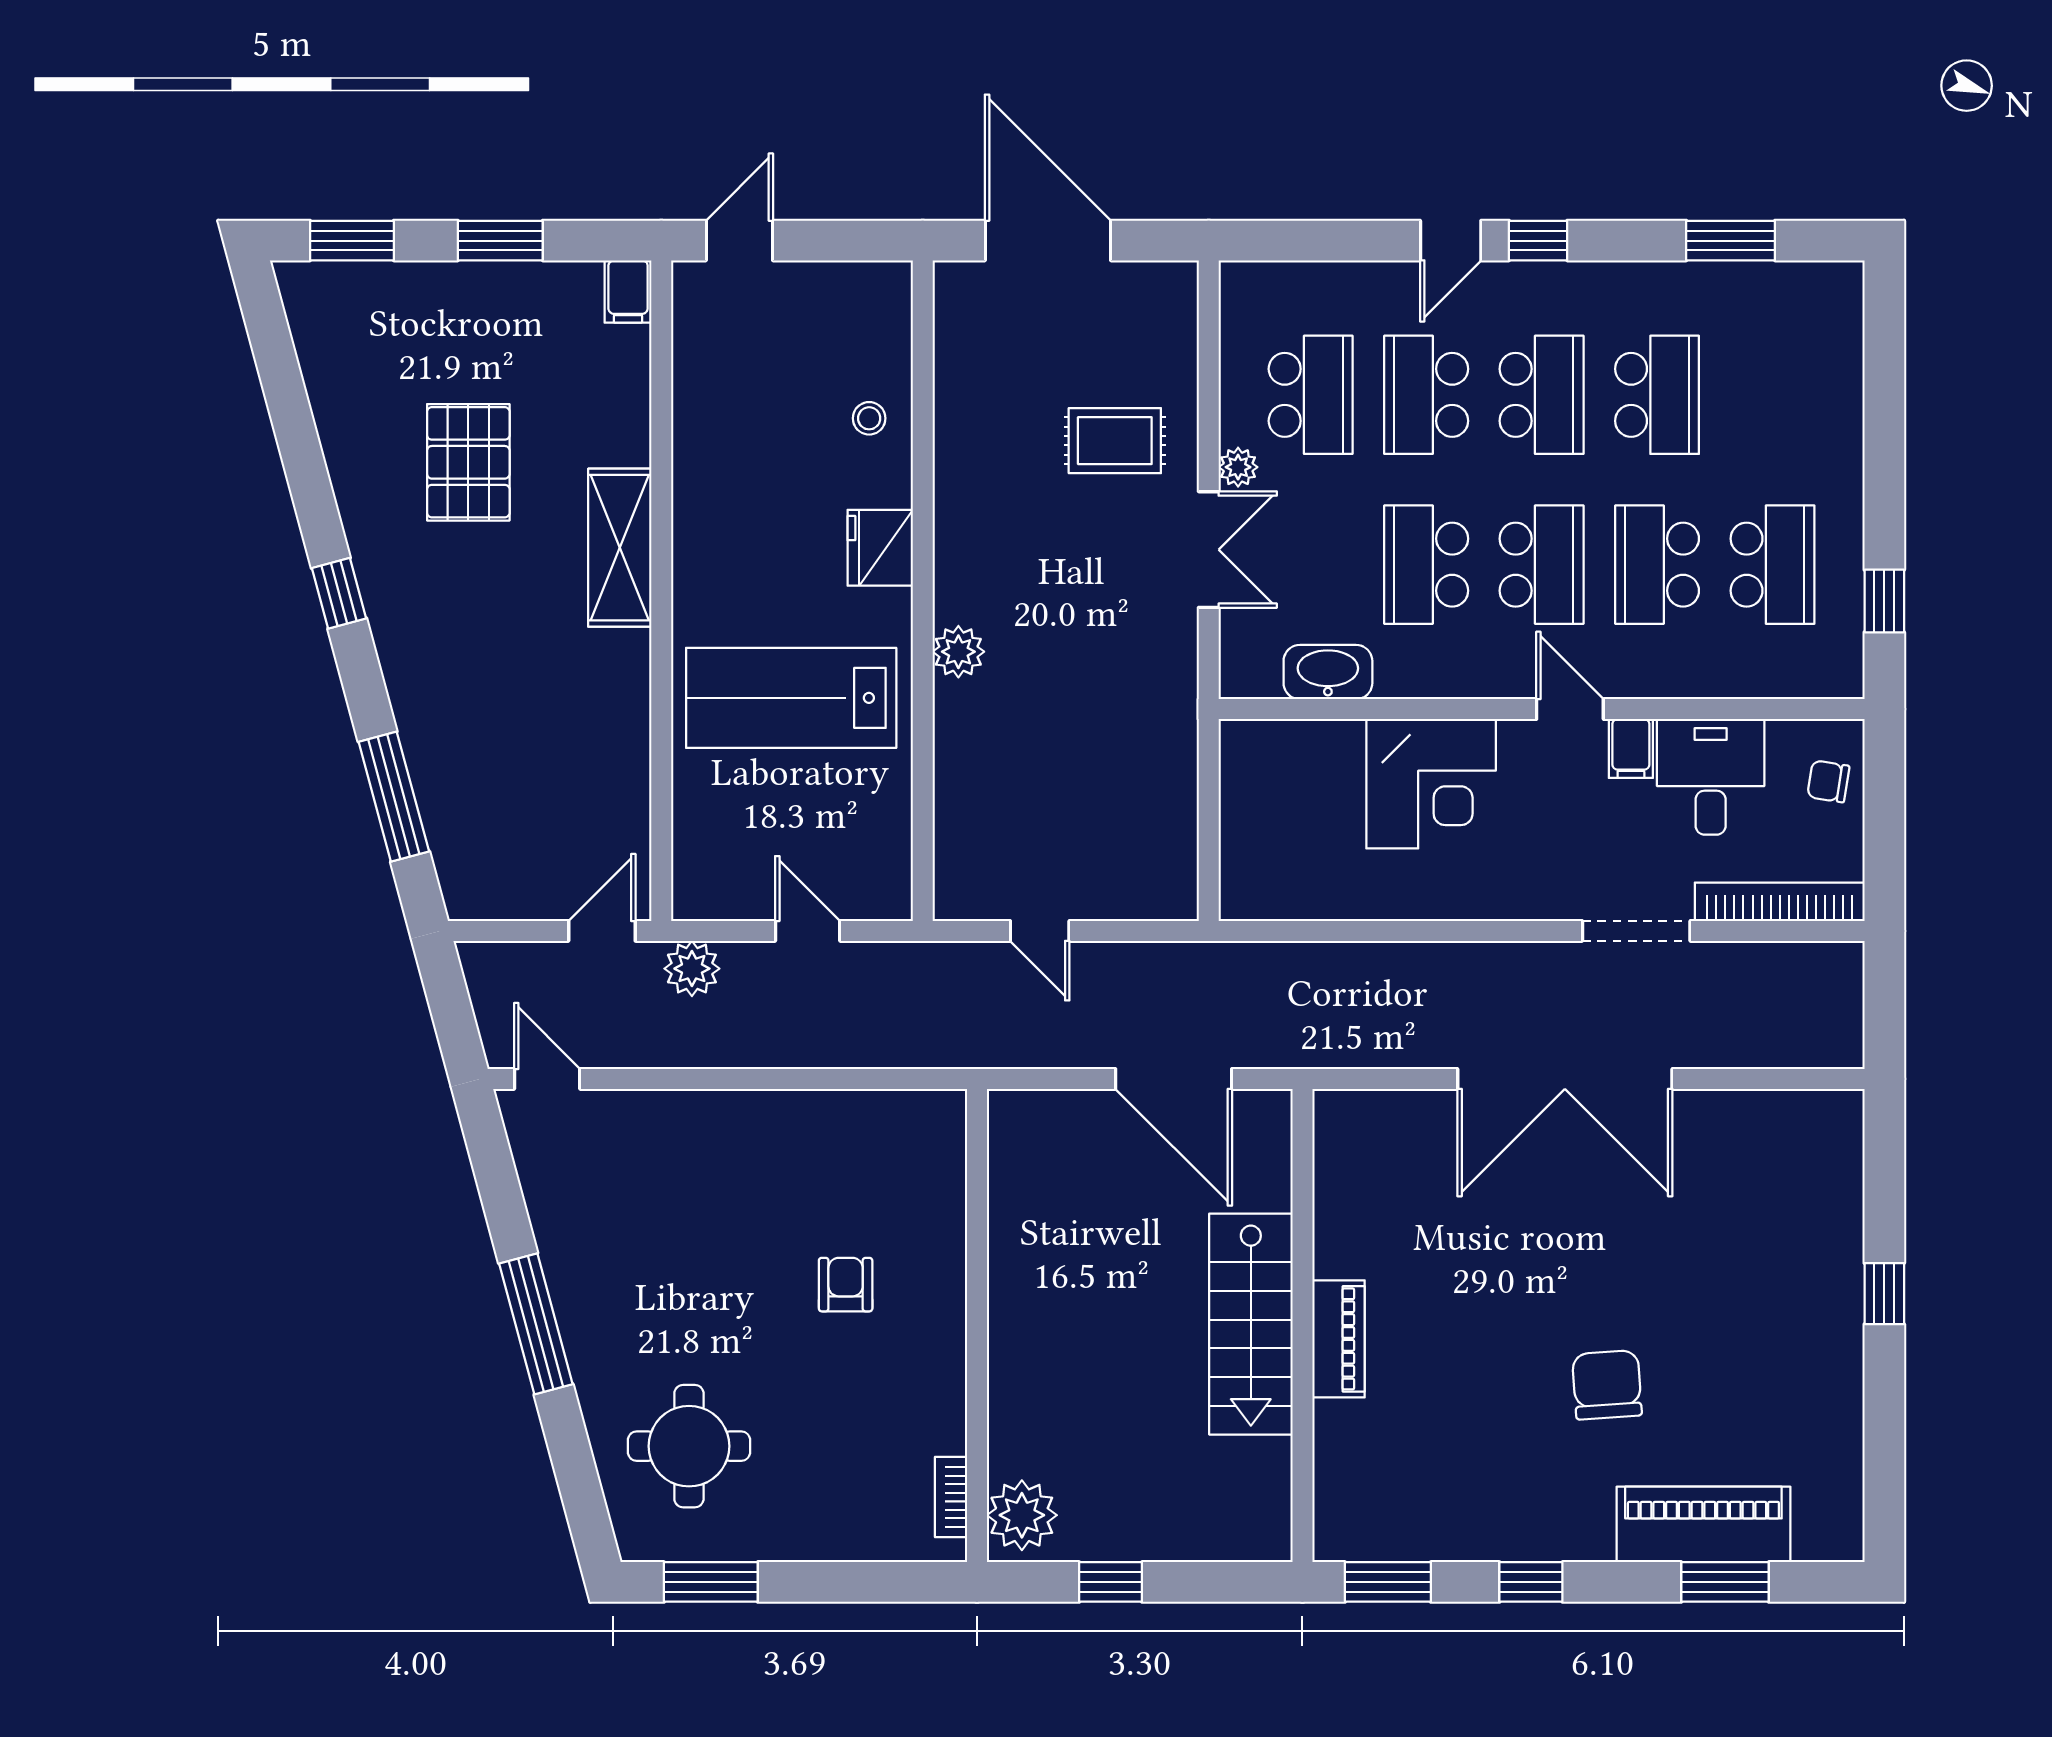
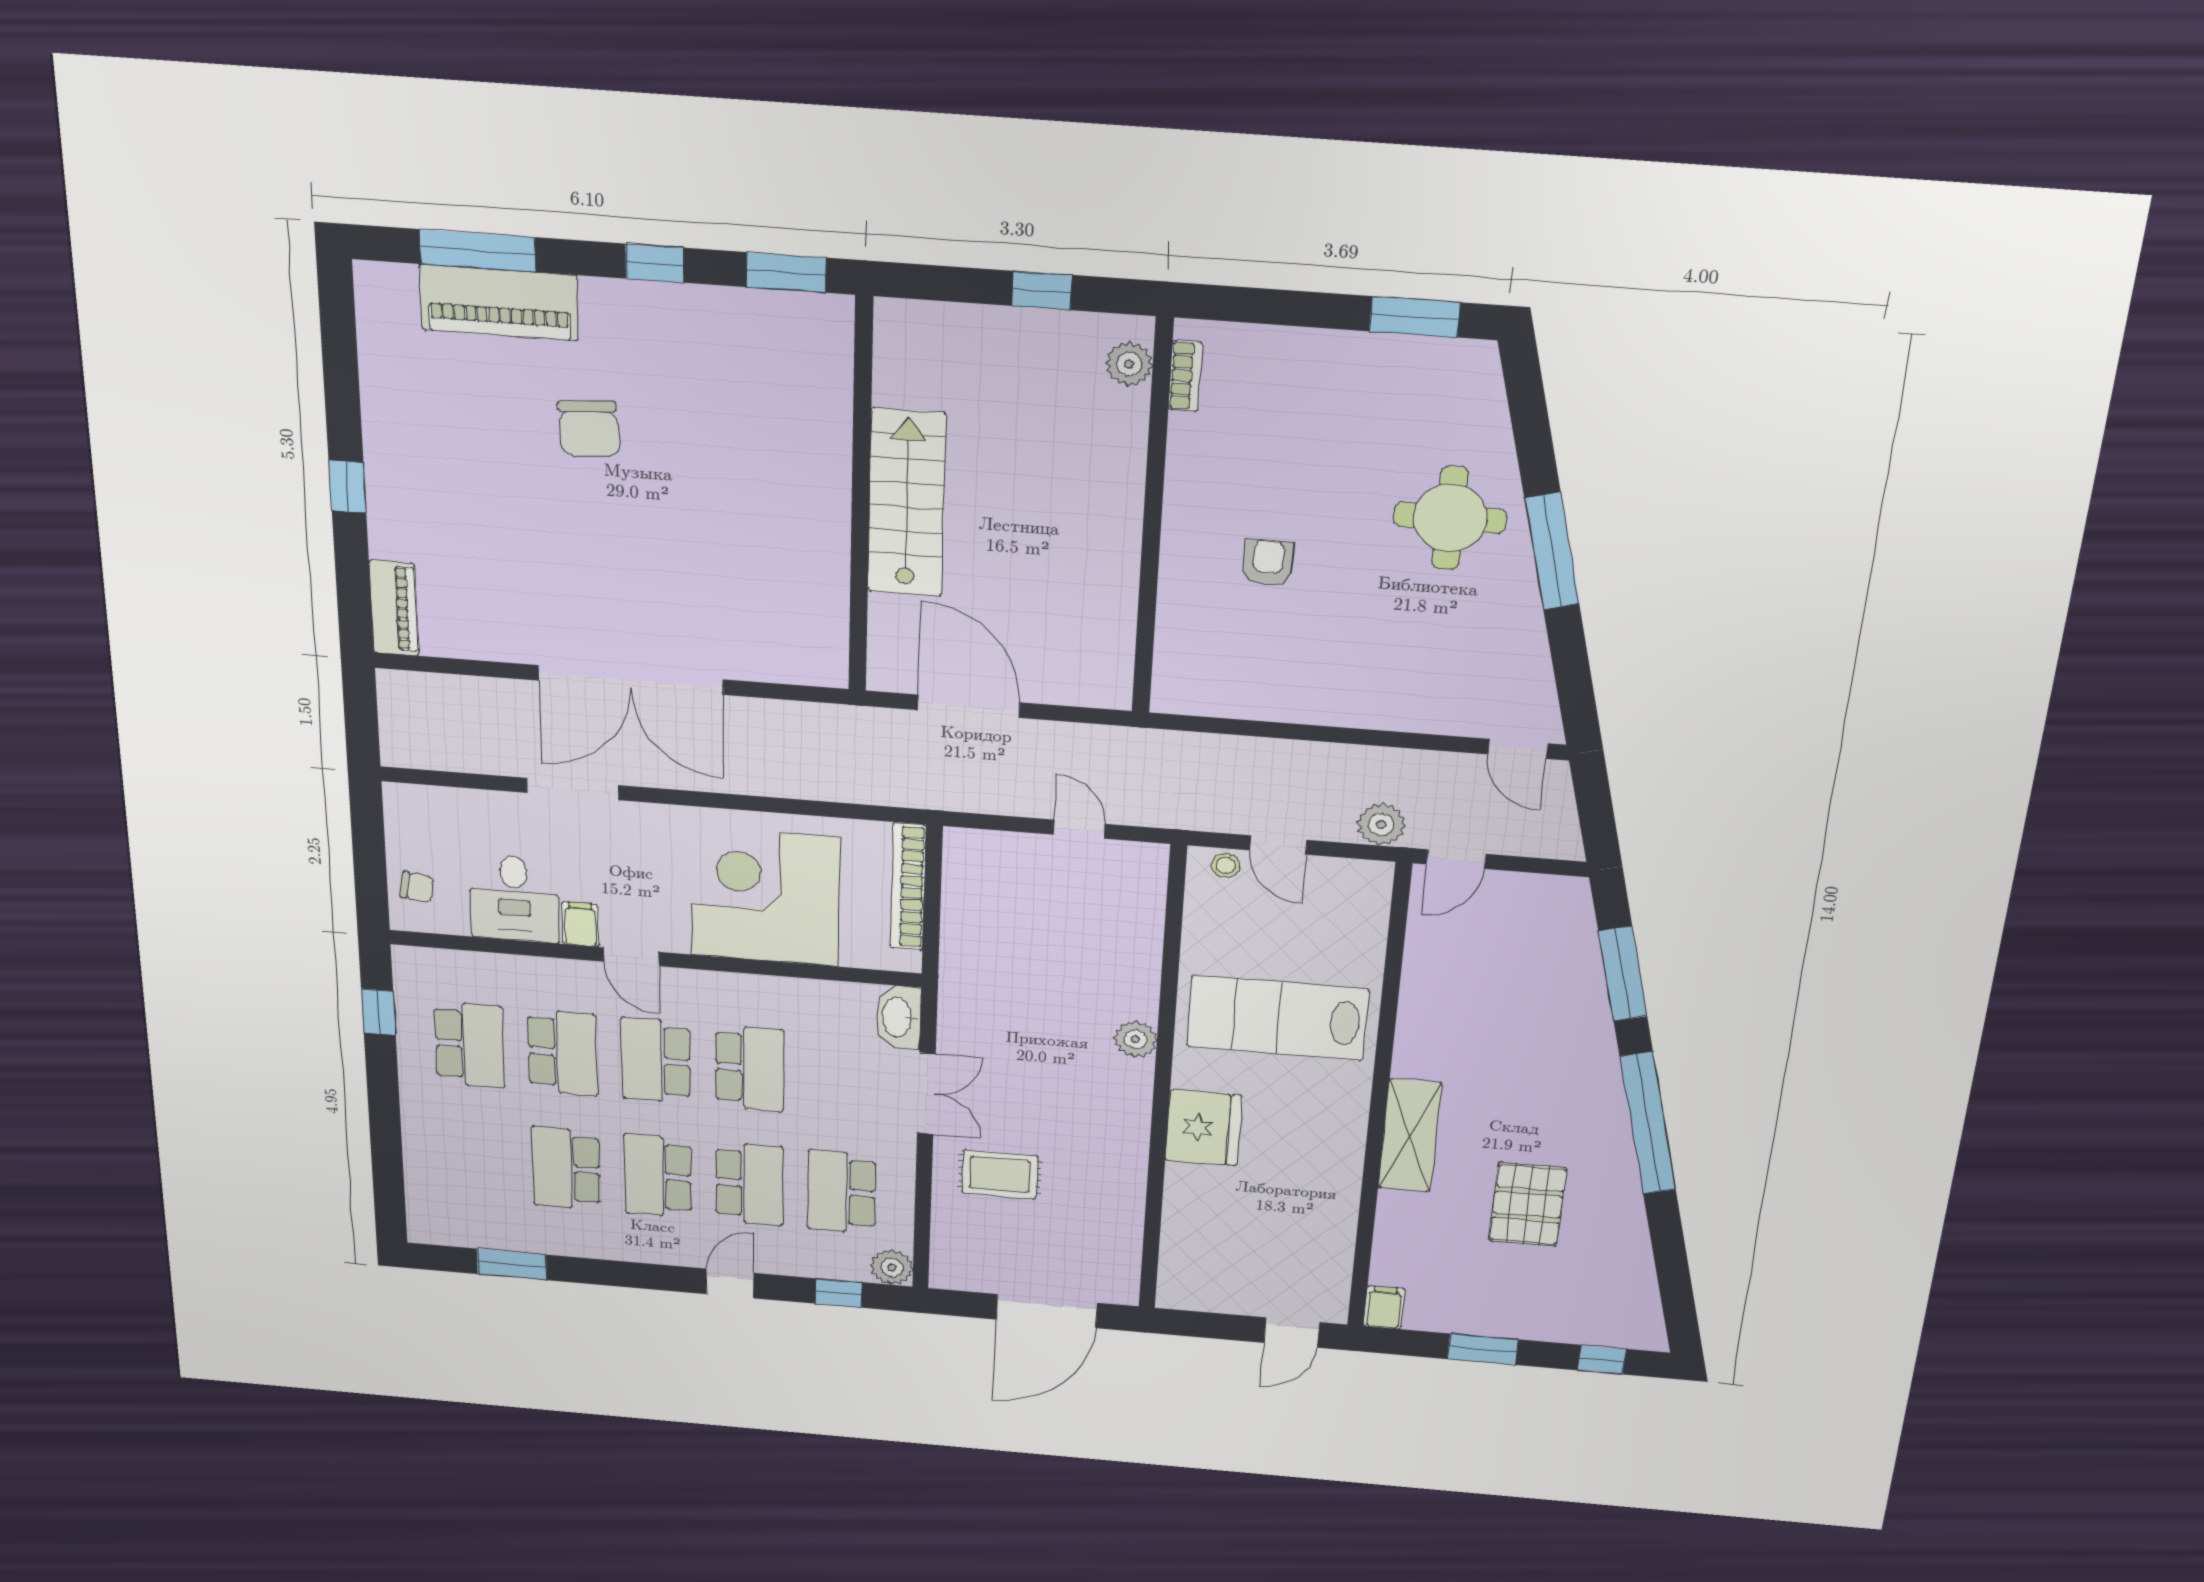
window: (352, 241) -> (1602, 1360), width x0.67
door: (1048, 241) -> (1047, 1311), hinge flipped
window: (1538, 241) -> (839, 1293), moved
stool: (869, 418) -> (1226, 865), moved
plant: (1238, 467) -> (892, 1267), moved, width x1.38, depth x1.38
fridge: (880, 548) -> (1203, 1128), width x1.36, depth x1.34
double door: (1209, 550) -> (926, 1094), swing flipped
school desk: (1773, 565) -> (470, 1045), turned 180
window: (339, 593) -> (1648, 1123), width x3.17
washbasin: (1328, 672) -> (898, 1017), moved, turned 90
lab bench: (791, 698) -> (1278, 1018), turned 180
corner desk: (1431, 784) -> (765, 897), width x1.36, depth x1.36
bookcase: (1780, 902) -> (908, 887), moved, turned 90
double door: (1565, 1079) -> (631, 680), swing flipped
armchair: (846, 1285) -> (1268, 563), turned 180
piano: (1338, 1339) -> (394, 608), moved, turned 180
round table: (689, 1446) -> (1450, 518), moved
plant: (1022, 1515) -> (1129, 364), width x0.73, depth x0.73
window: (1725, 1582) -> (478, 251), width x1.44

